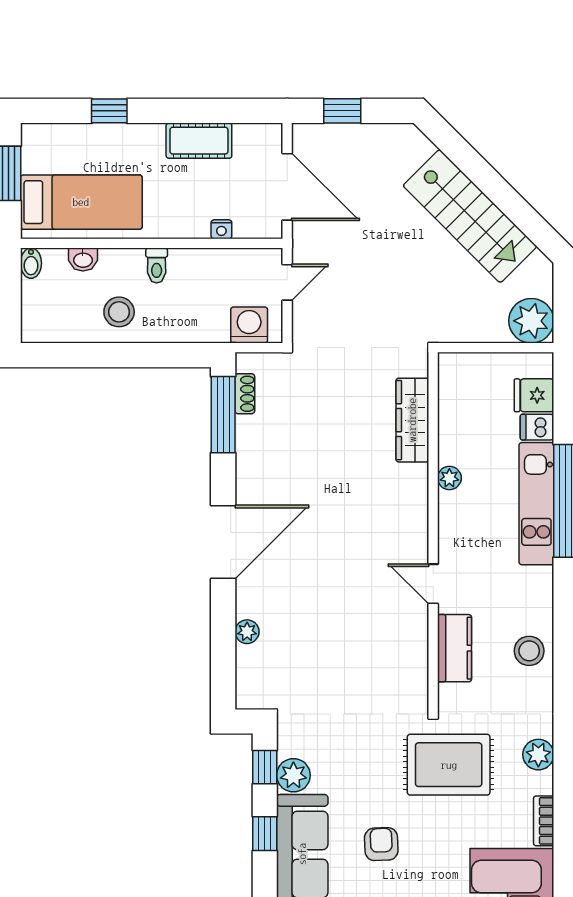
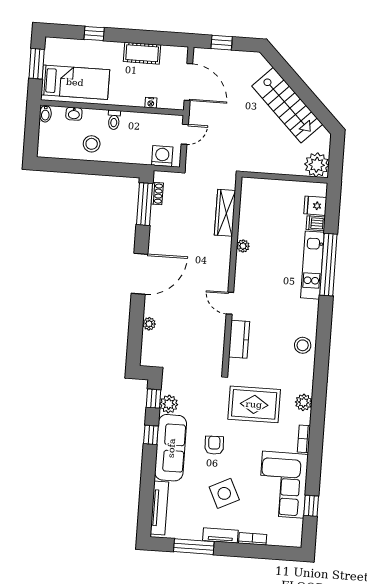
wardrobe: (412, 420) -> (225, 213), moved
plant: (449, 478) -> (243, 246), moved
wall: (433, 531) -> (232, 274), moved
door: (433, 584) -> (230, 303), moved
kitchen counter: (454, 648) -> (239, 339), moved

